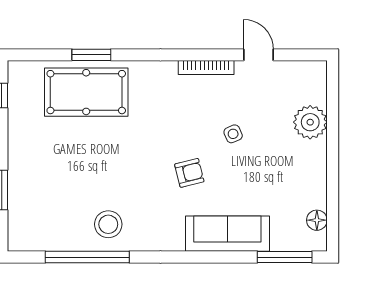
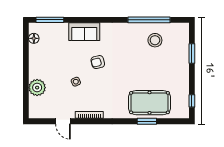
stool: (108, 224) -> (155, 40), moved
sofa: (227, 234) -> (84, 32), width x0.73

